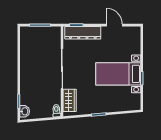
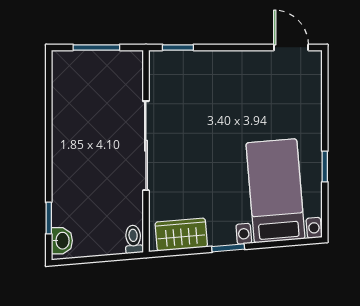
door: (114, 25) -> (291, 47), moved
dresser: (83, 33) -> (192, 64), removed
bed with nightstands: (118, 74) -> (275, 191), moved, turned 85
wardrobe: (70, 100) -> (181, 235), moved, turned -95

